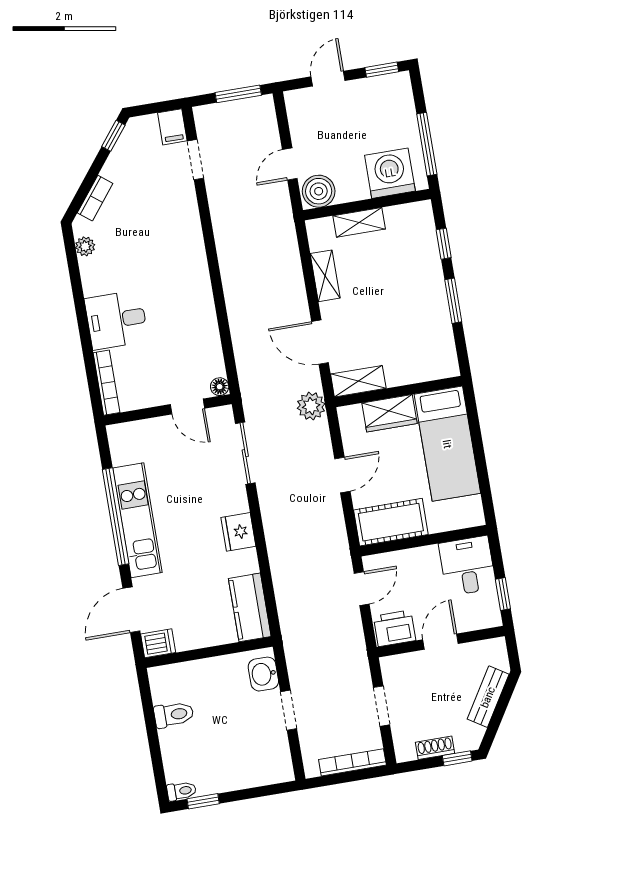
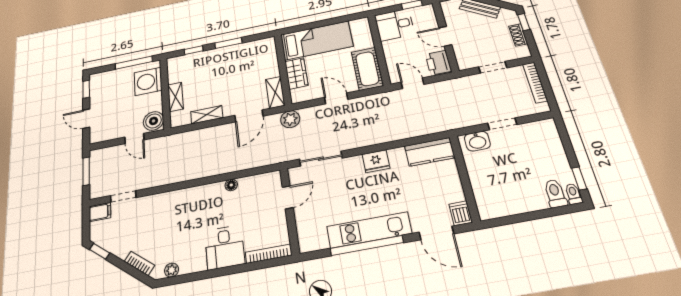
floor lamp: (220, 387) -> (231, 185), moved
toilet: (174, 715) -> (555, 193), moved

